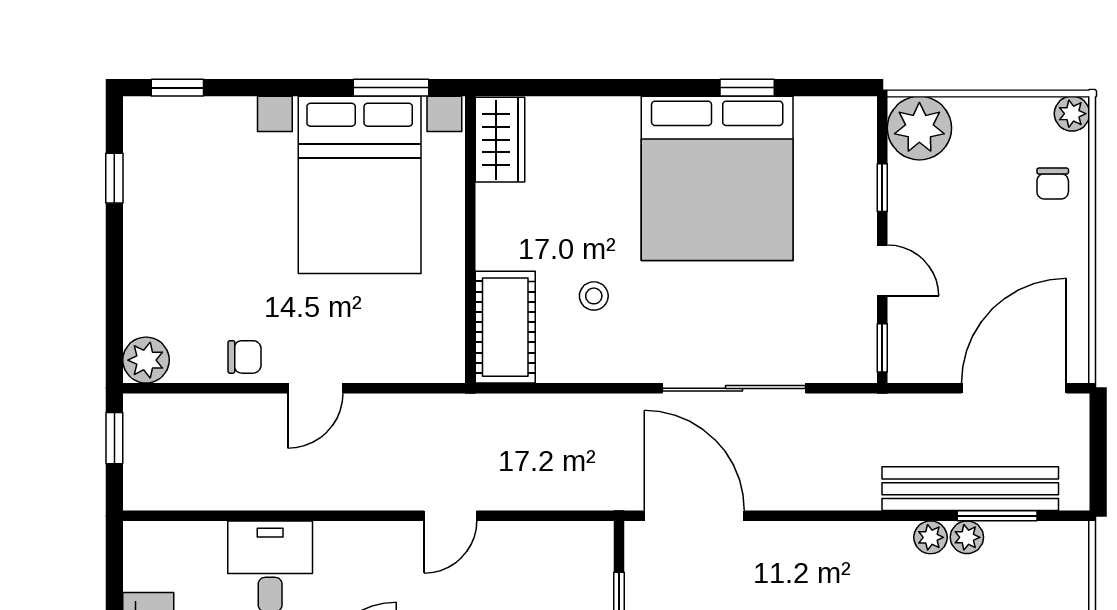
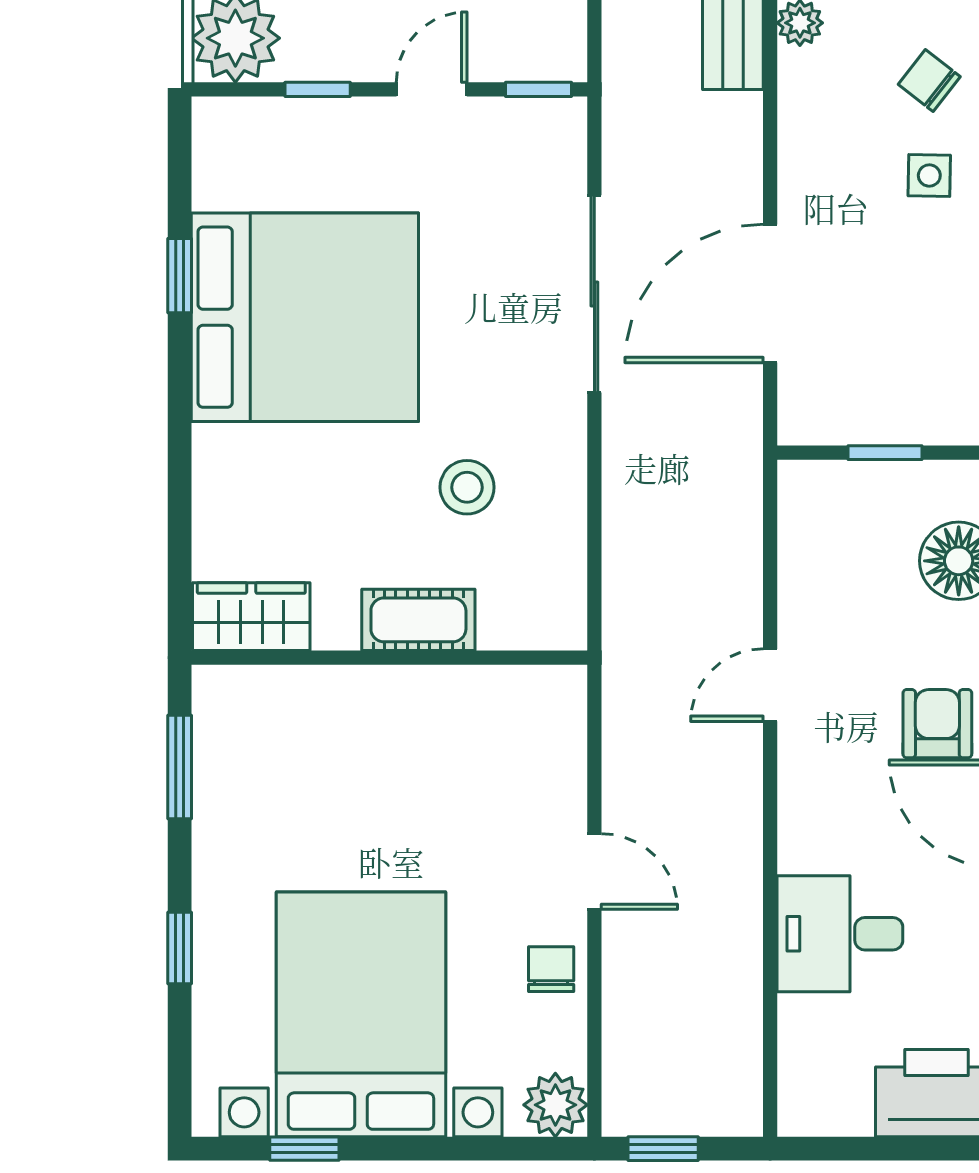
window: (177, 88) -> (180, 948), moved
bed with nightstands: (360, 185) -> (361, 1014), moved, turned -90
stool: (594, 296) -> (467, 487), width x1.37, depth x1.37
cot: (505, 327) -> (418, 620), moved, width x0.73, depth x0.75
door: (450, 516) -> (770, 685), swing flipped
door: (694, 516) -> (770, 293), moved

